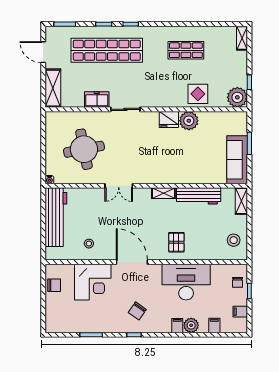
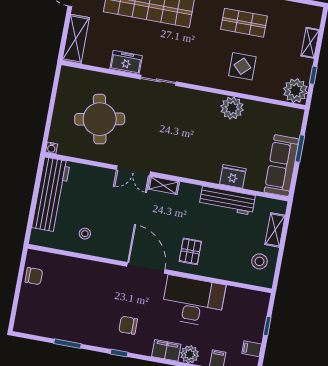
shelving: (242, 38) -> (310, 43), moved
display table: (198, 94) -> (242, 66), moved
fridge: (169, 119) -> (233, 176), moved, turned 180
shelving: (164, 193) -> (164, 185), moved
shelving: (241, 201) -> (275, 230), moved
door: (132, 262) -> (146, 268), moved
corner desk: (93, 282) -> (81, 281), removed
chair: (237, 282) -> (255, 313), removed
chair: (137, 311) -> (128, 325), turned 55
filing cabinet: (177, 326) -> (166, 350), width x2.00

